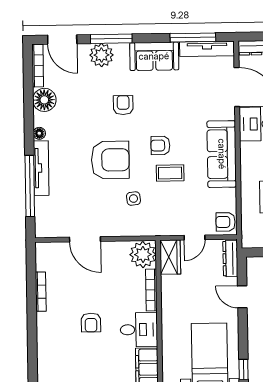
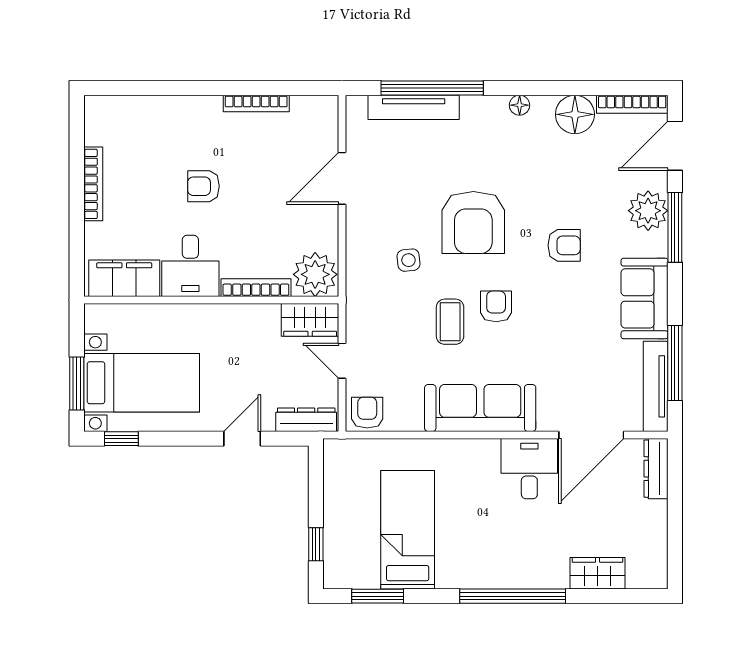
tv unit: (41, 168) -> (414, 107), moved

